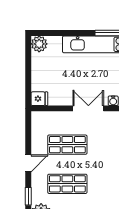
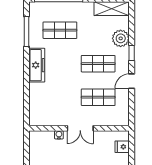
fridge: (39, 99) -> (122, 147), moved

